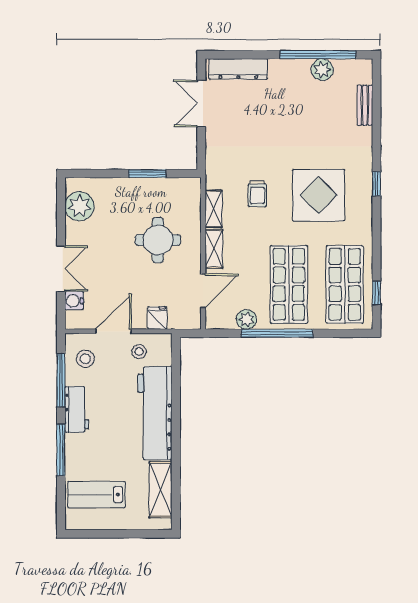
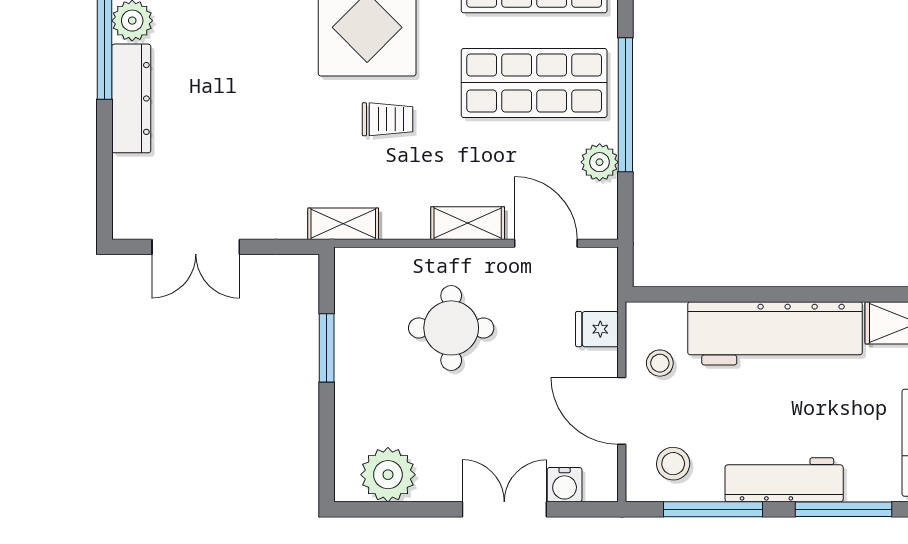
dresser: (238, 69) -> (131, 98), moved
trolley: (257, 194) -> (387, 119), moved
shelving: (214, 209) -> (343, 224), moved
workbench: (77, 409) -> (784, 480), width x1.37

